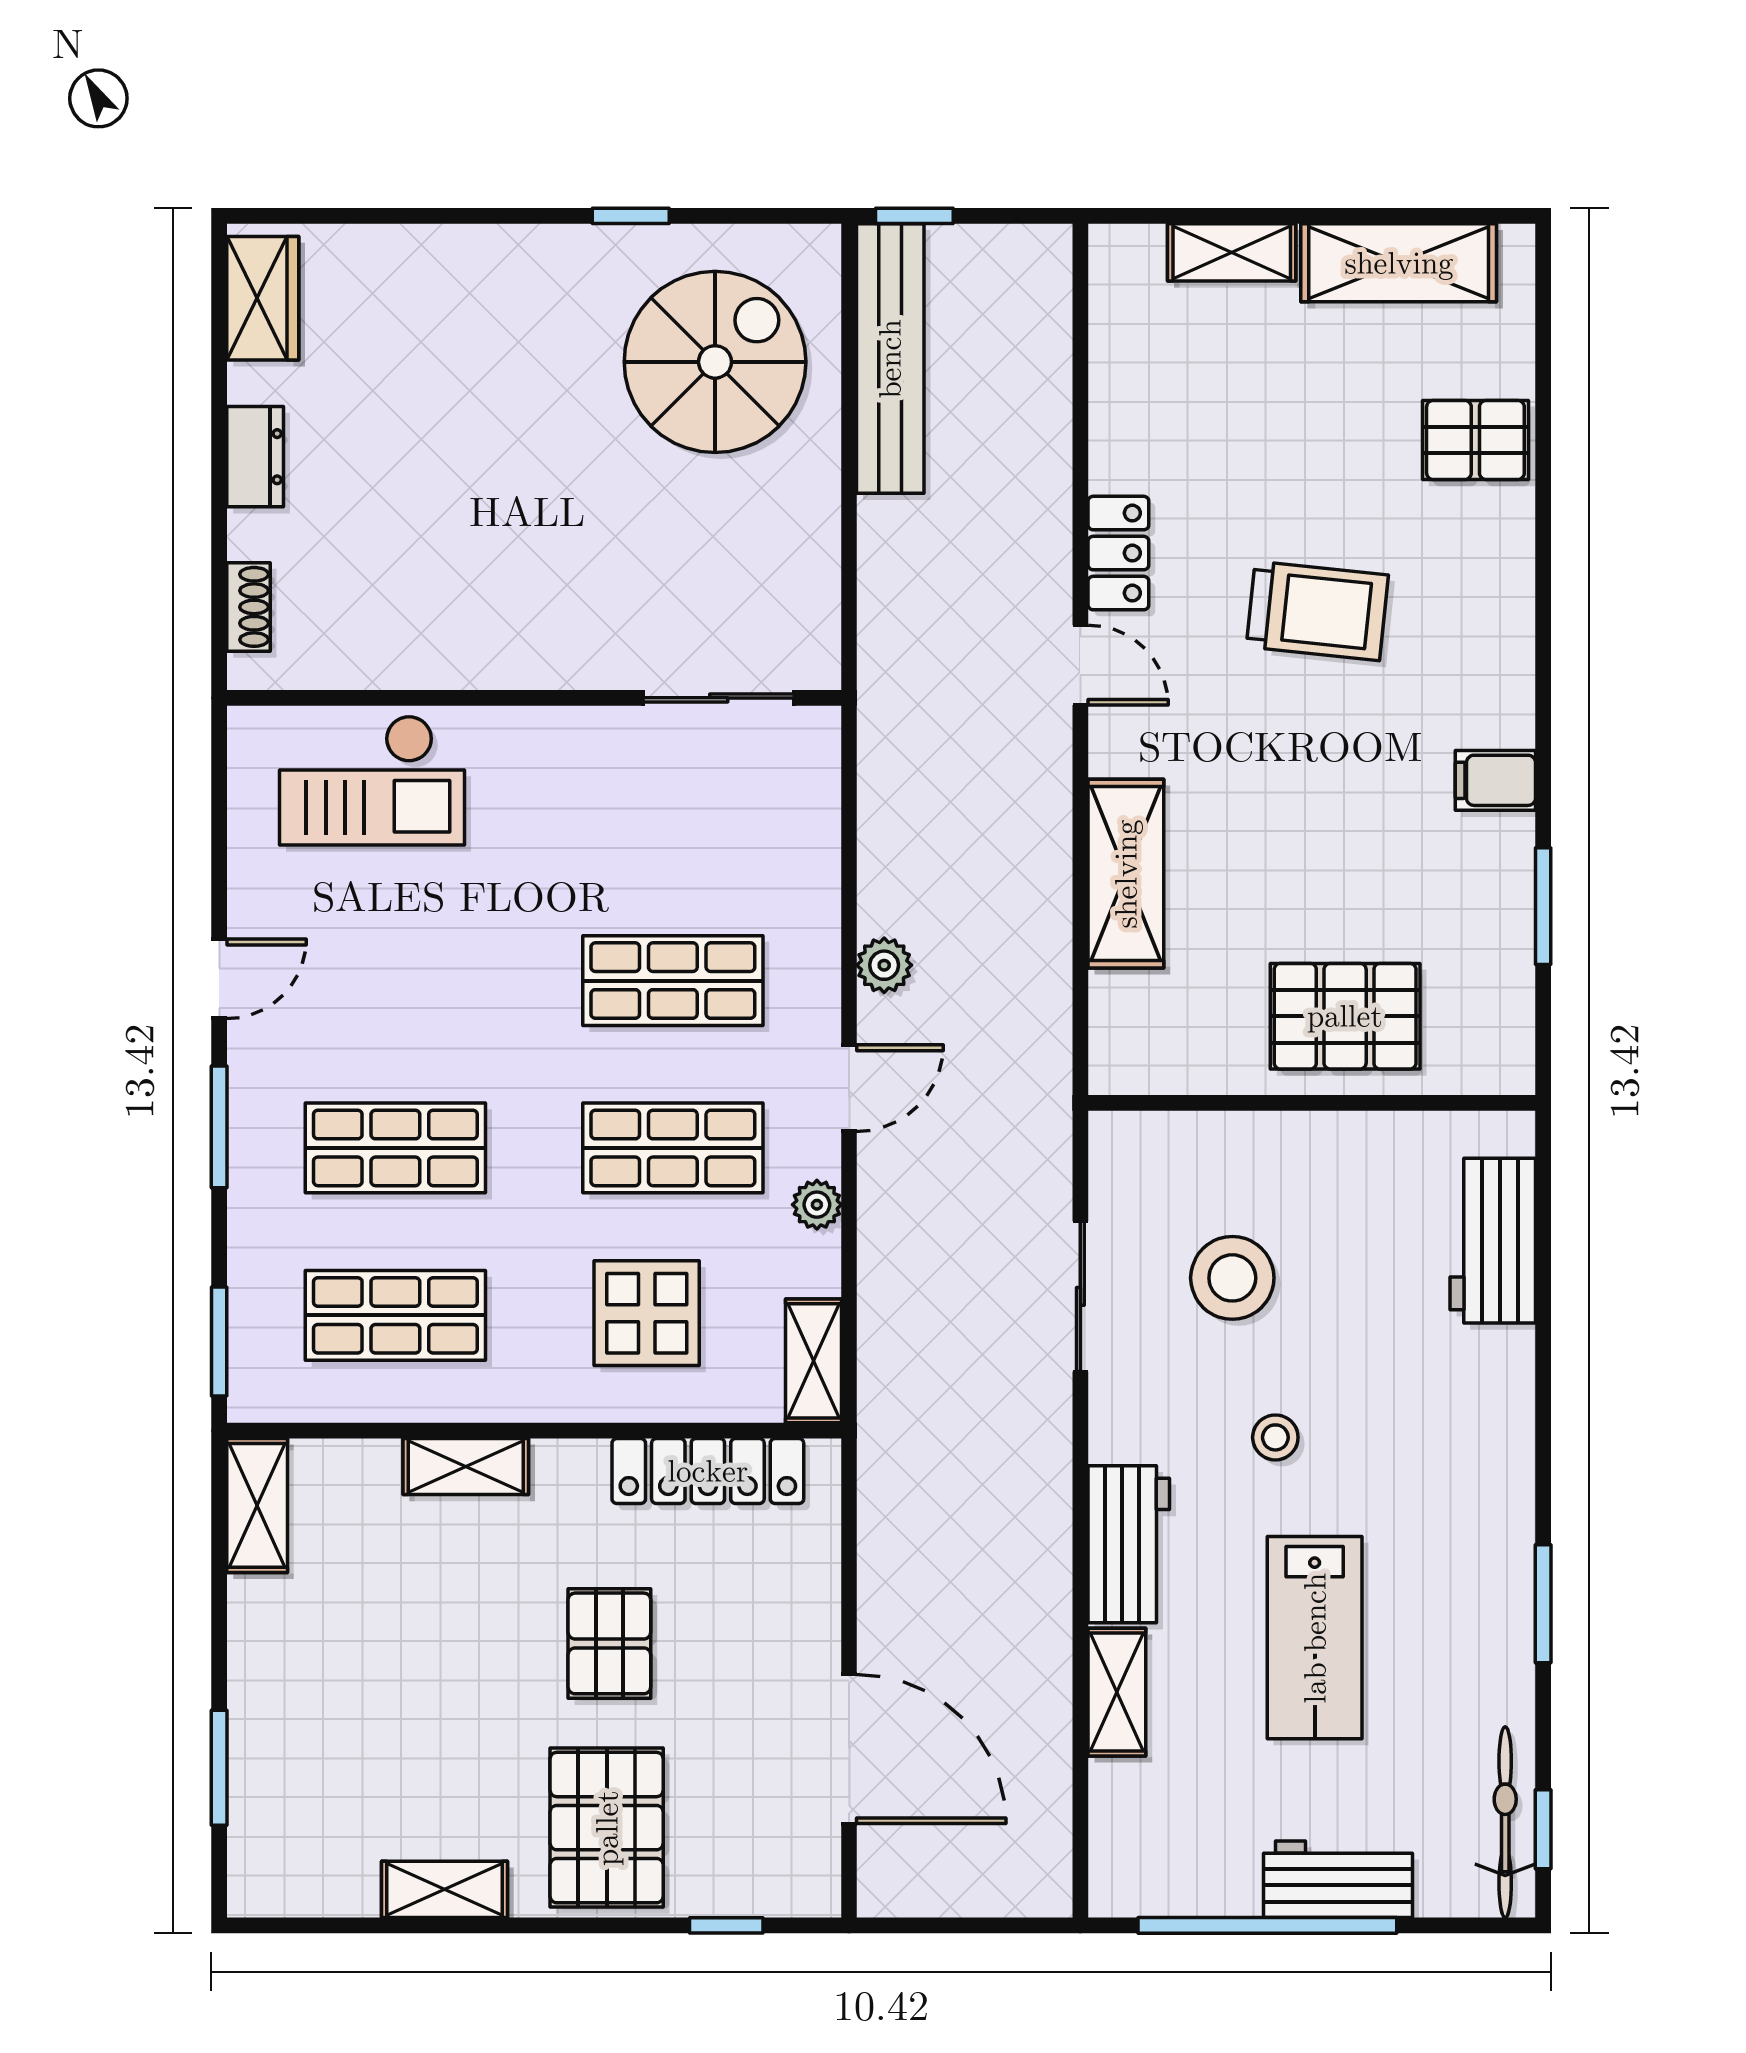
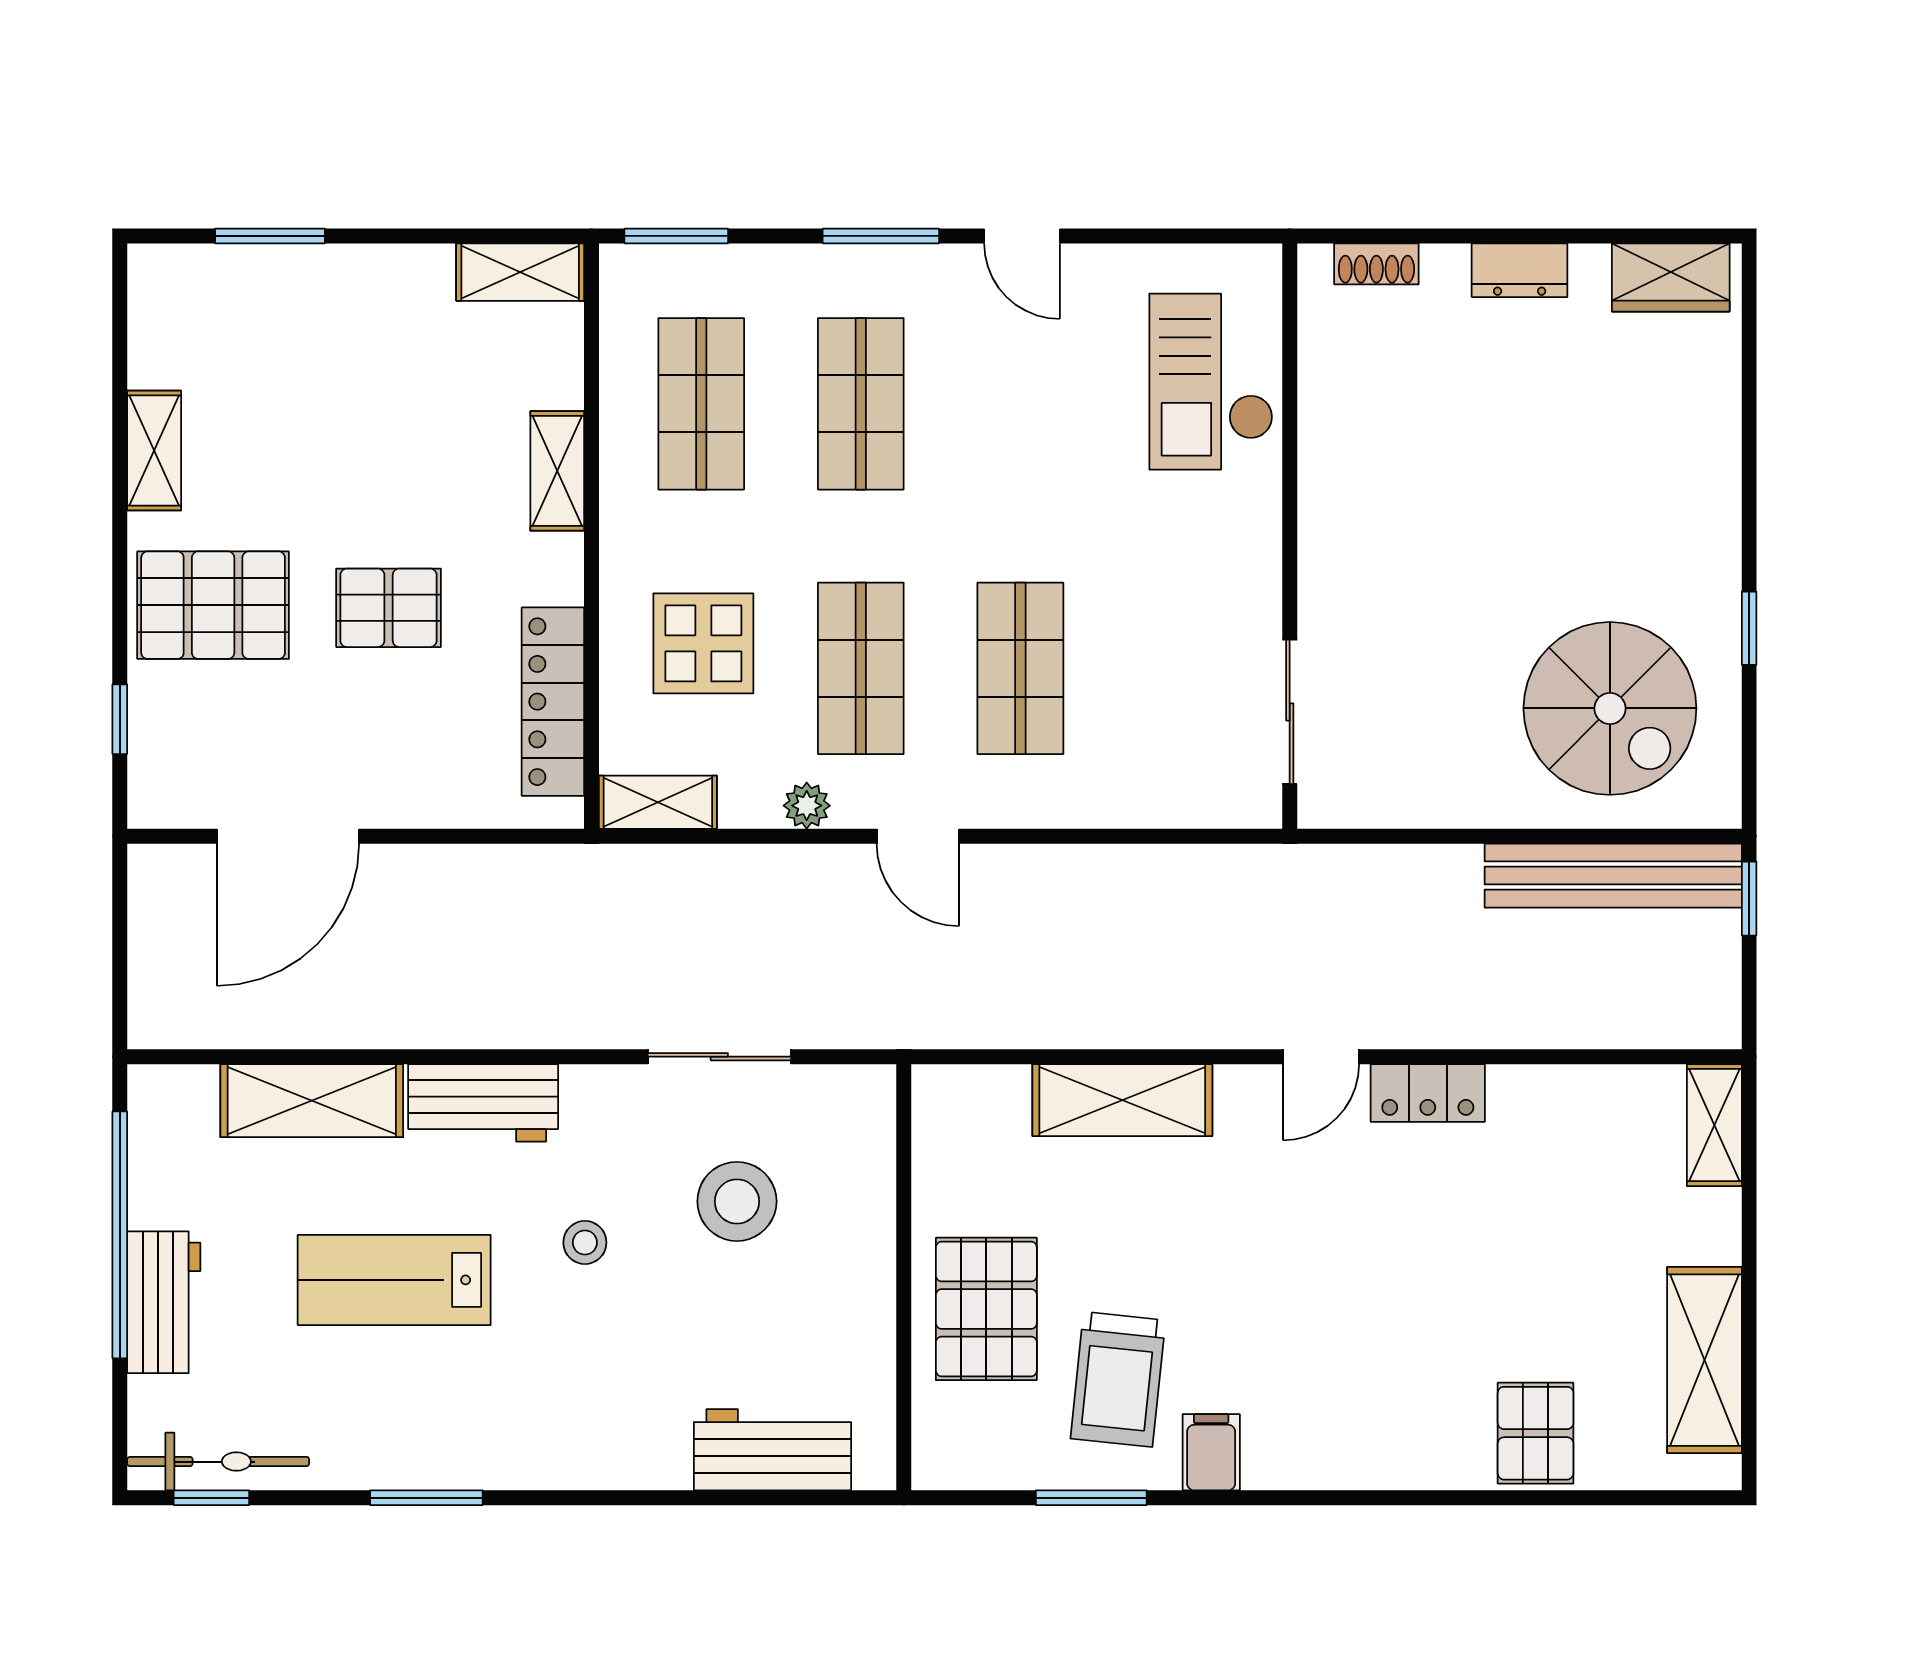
shelving: (1232, 252) -> (1714, 1125), moved
trolley: (1317, 611) -> (1118, 1379), moved
plant: (884, 965) -> (1035, 870), removed
shelving: (1117, 1692) -> (312, 1101), width x1.50, depth x1.33

